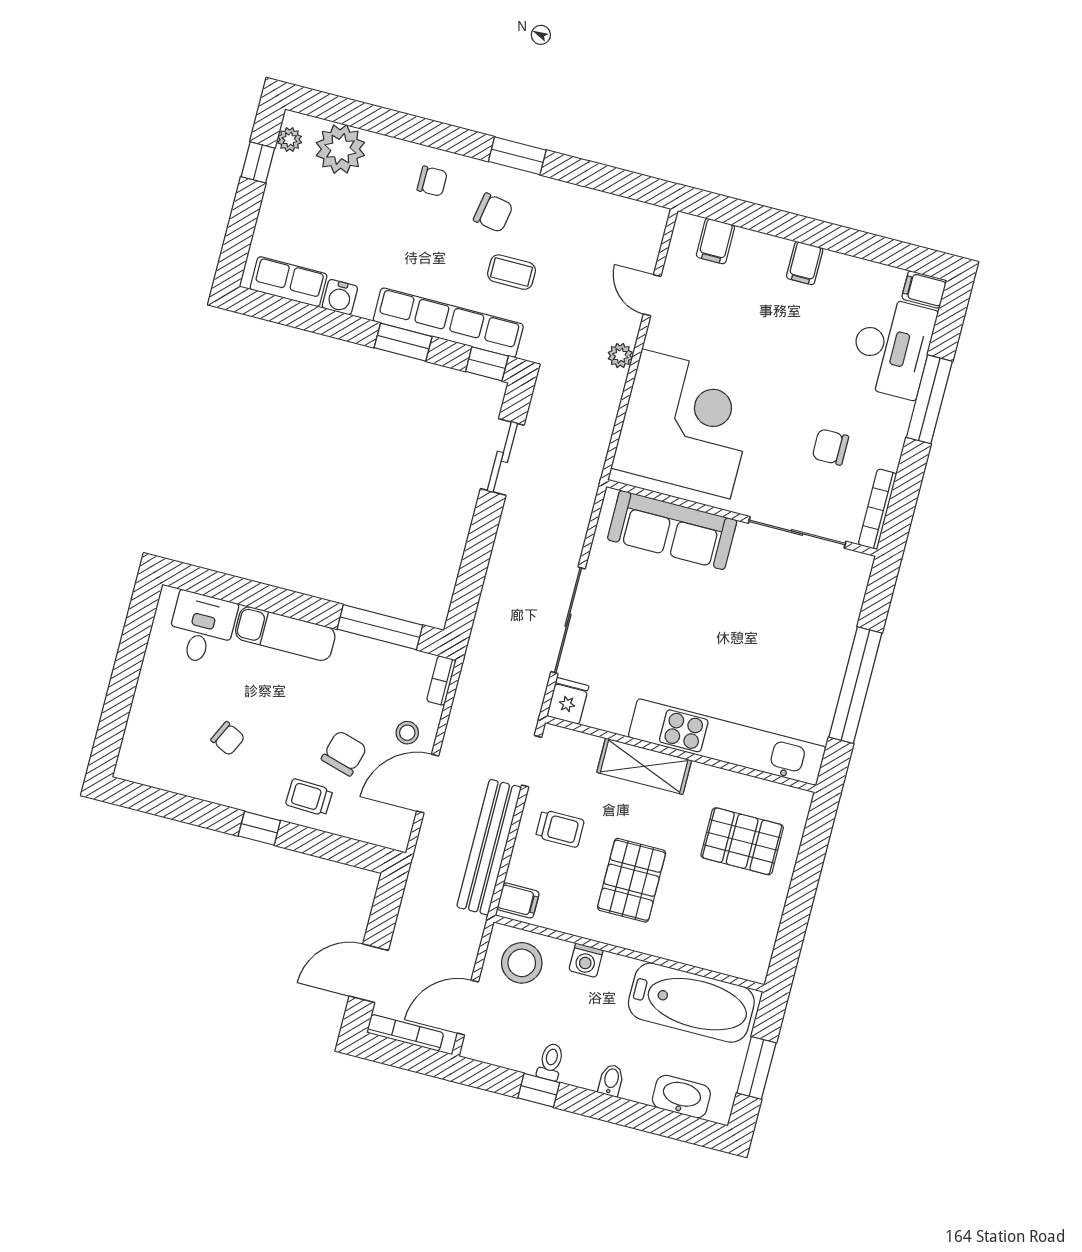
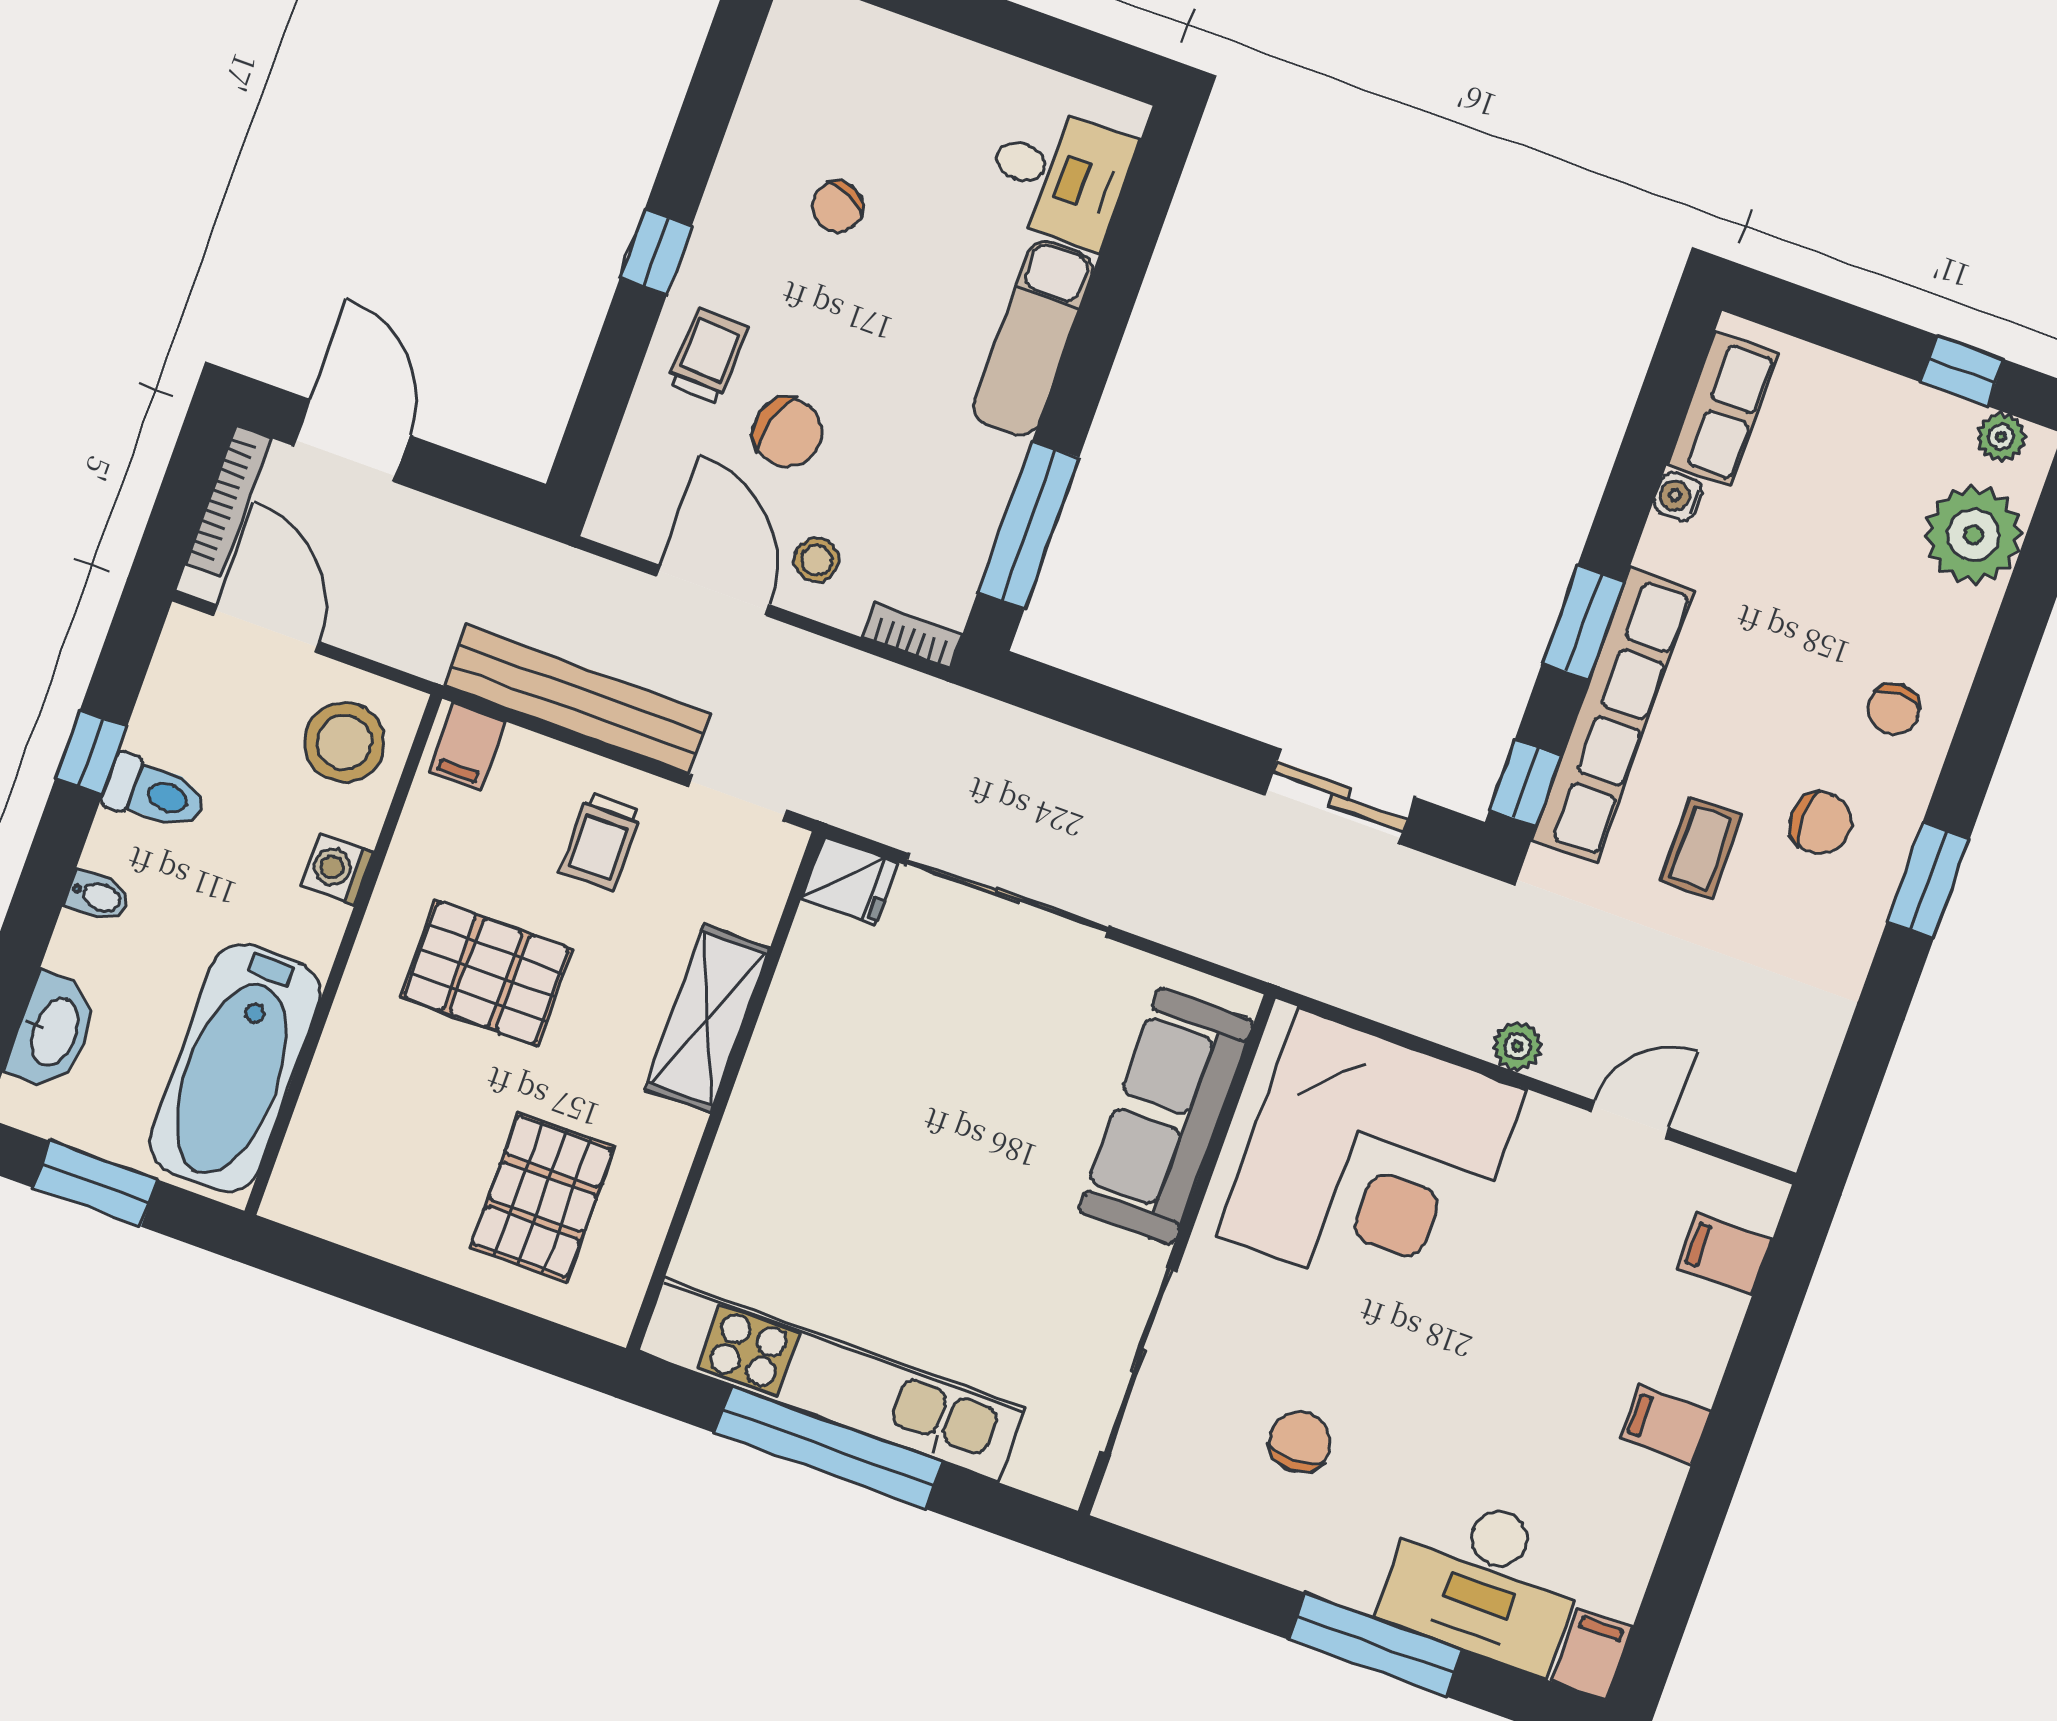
chair: (493, 213) -> (1821, 823), turned -100
water cooler: (340, 297) -> (1678, 496), width x0.72, depth x0.72
bookcase: (877, 509) -> (1169, 1523), removed
kitchen unit: (727, 742) -> (831, 1380), moved, turned -90
toilet: (551, 1062) -> (155, 793), width x1.37, depth x1.39

